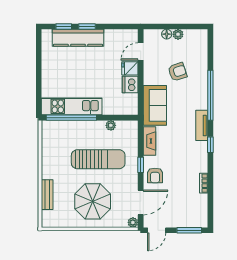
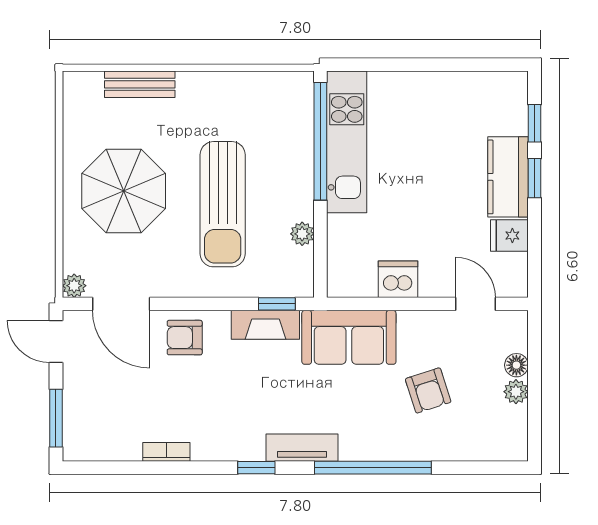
kitchen counter: (78, 38) -> (508, 177), width x0.67
fridge: (130, 68) -> (509, 235), moved, turned -90
window: (141, 165) -> (277, 304), moved

